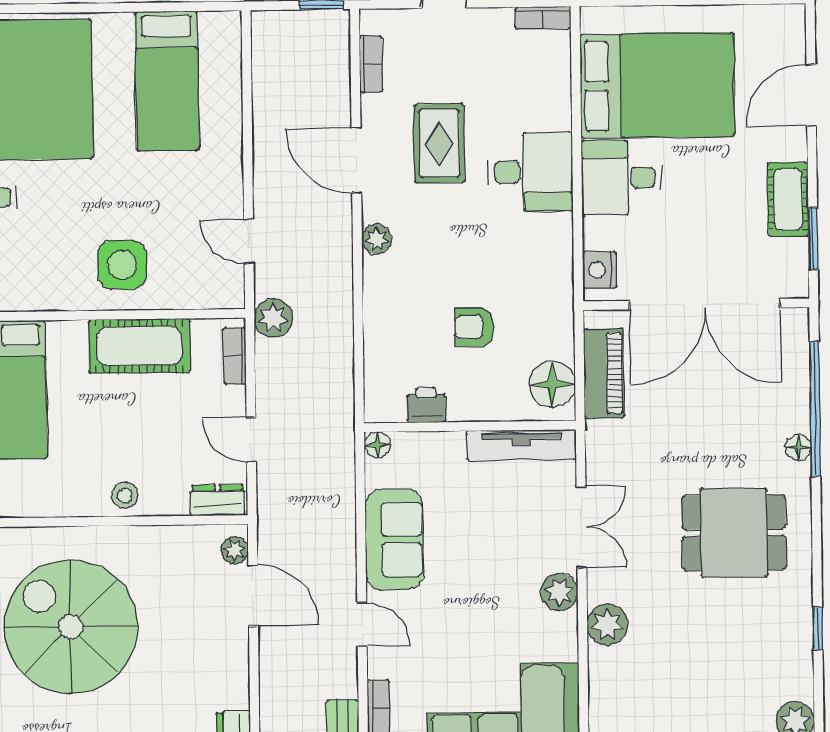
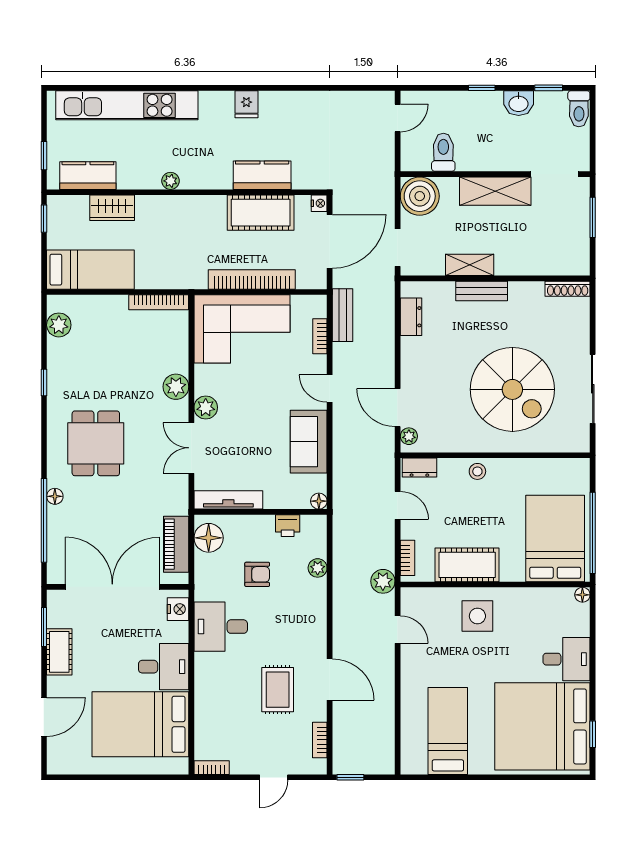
desk: (530, 172) -> (221, 627), moved
plant: (377, 239) -> (318, 568), moved
dining table: (734, 533) -> (96, 443), turned 90

